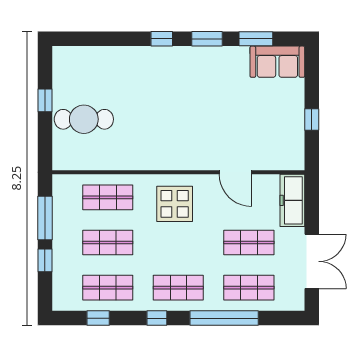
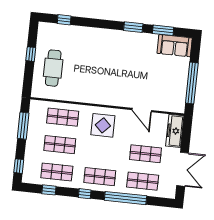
window: (162, 39) -> (64, 20), moved
cafe table: (84, 119) -> (53, 68), turned 90
window: (312, 119) -> (192, 83), width x3.17
window: (45, 260) -> (19, 166), moved

